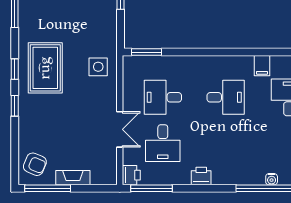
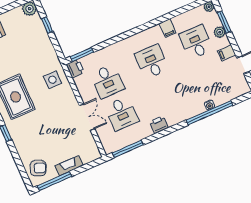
desk: (163, 97) -> (107, 81), turned -90
desk: (226, 97) -> (152, 62), turned -90
printer: (131, 175) -> (75, 68), moved

